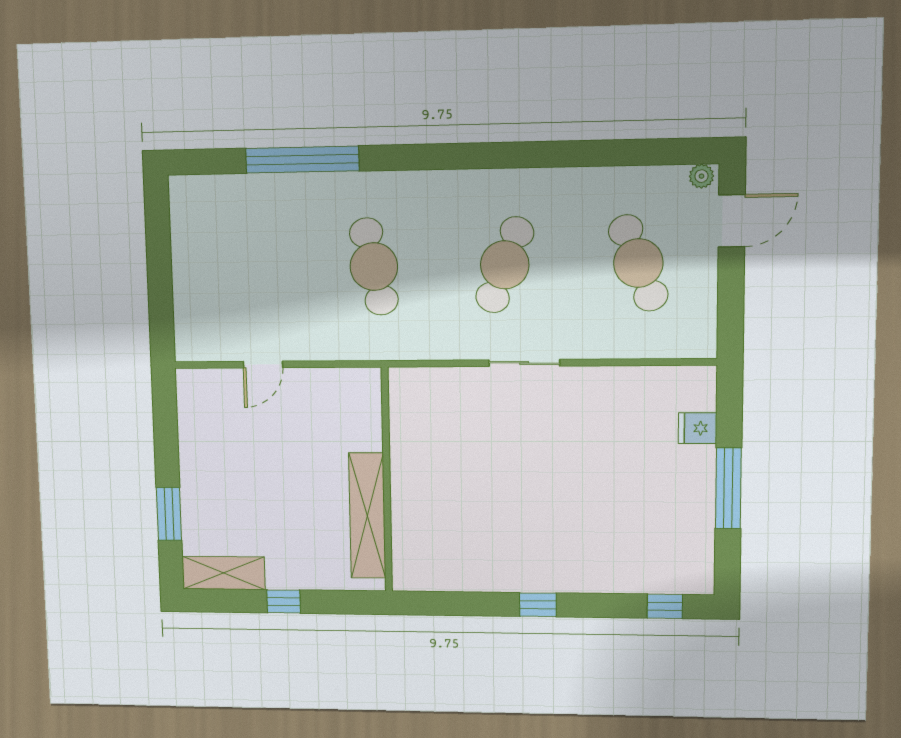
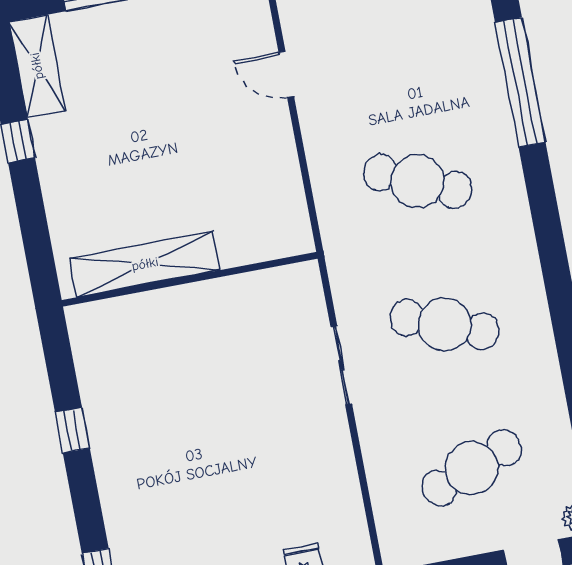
cafe table: (374, 267) -> (417, 181), turned 36
wall: (387, 480) -> (190, 279), moved
shelving: (367, 516) -> (145, 264), moved

